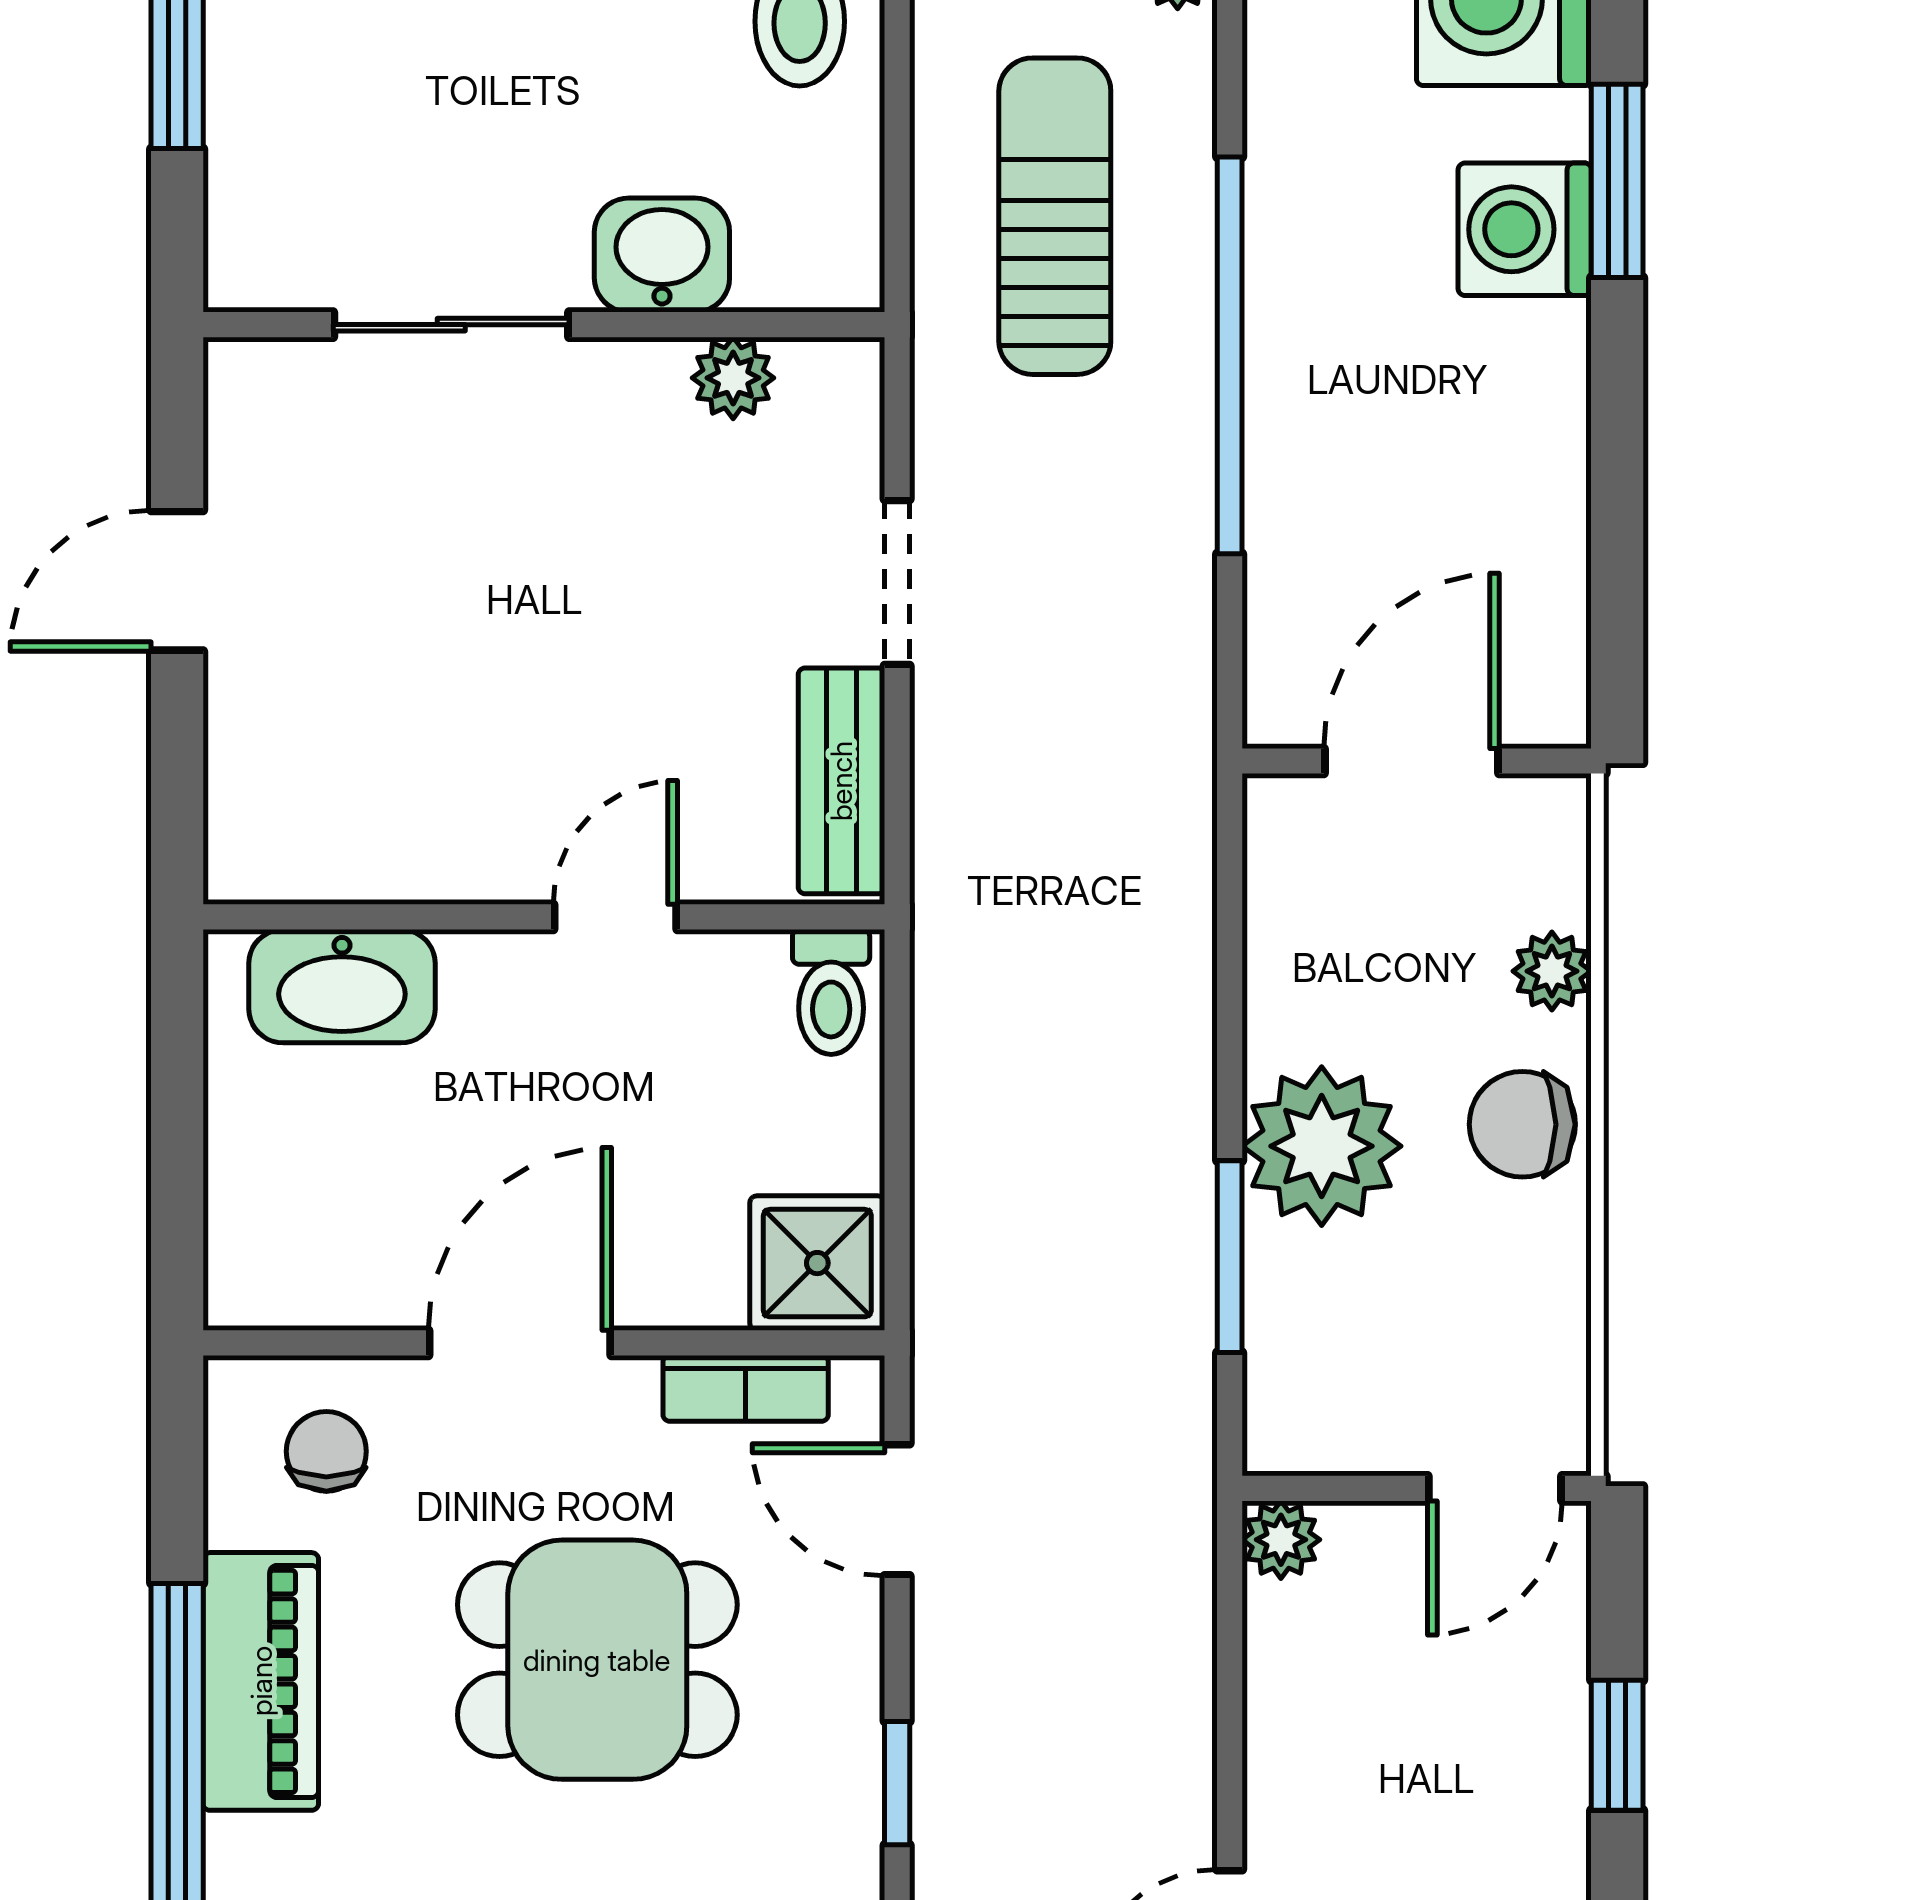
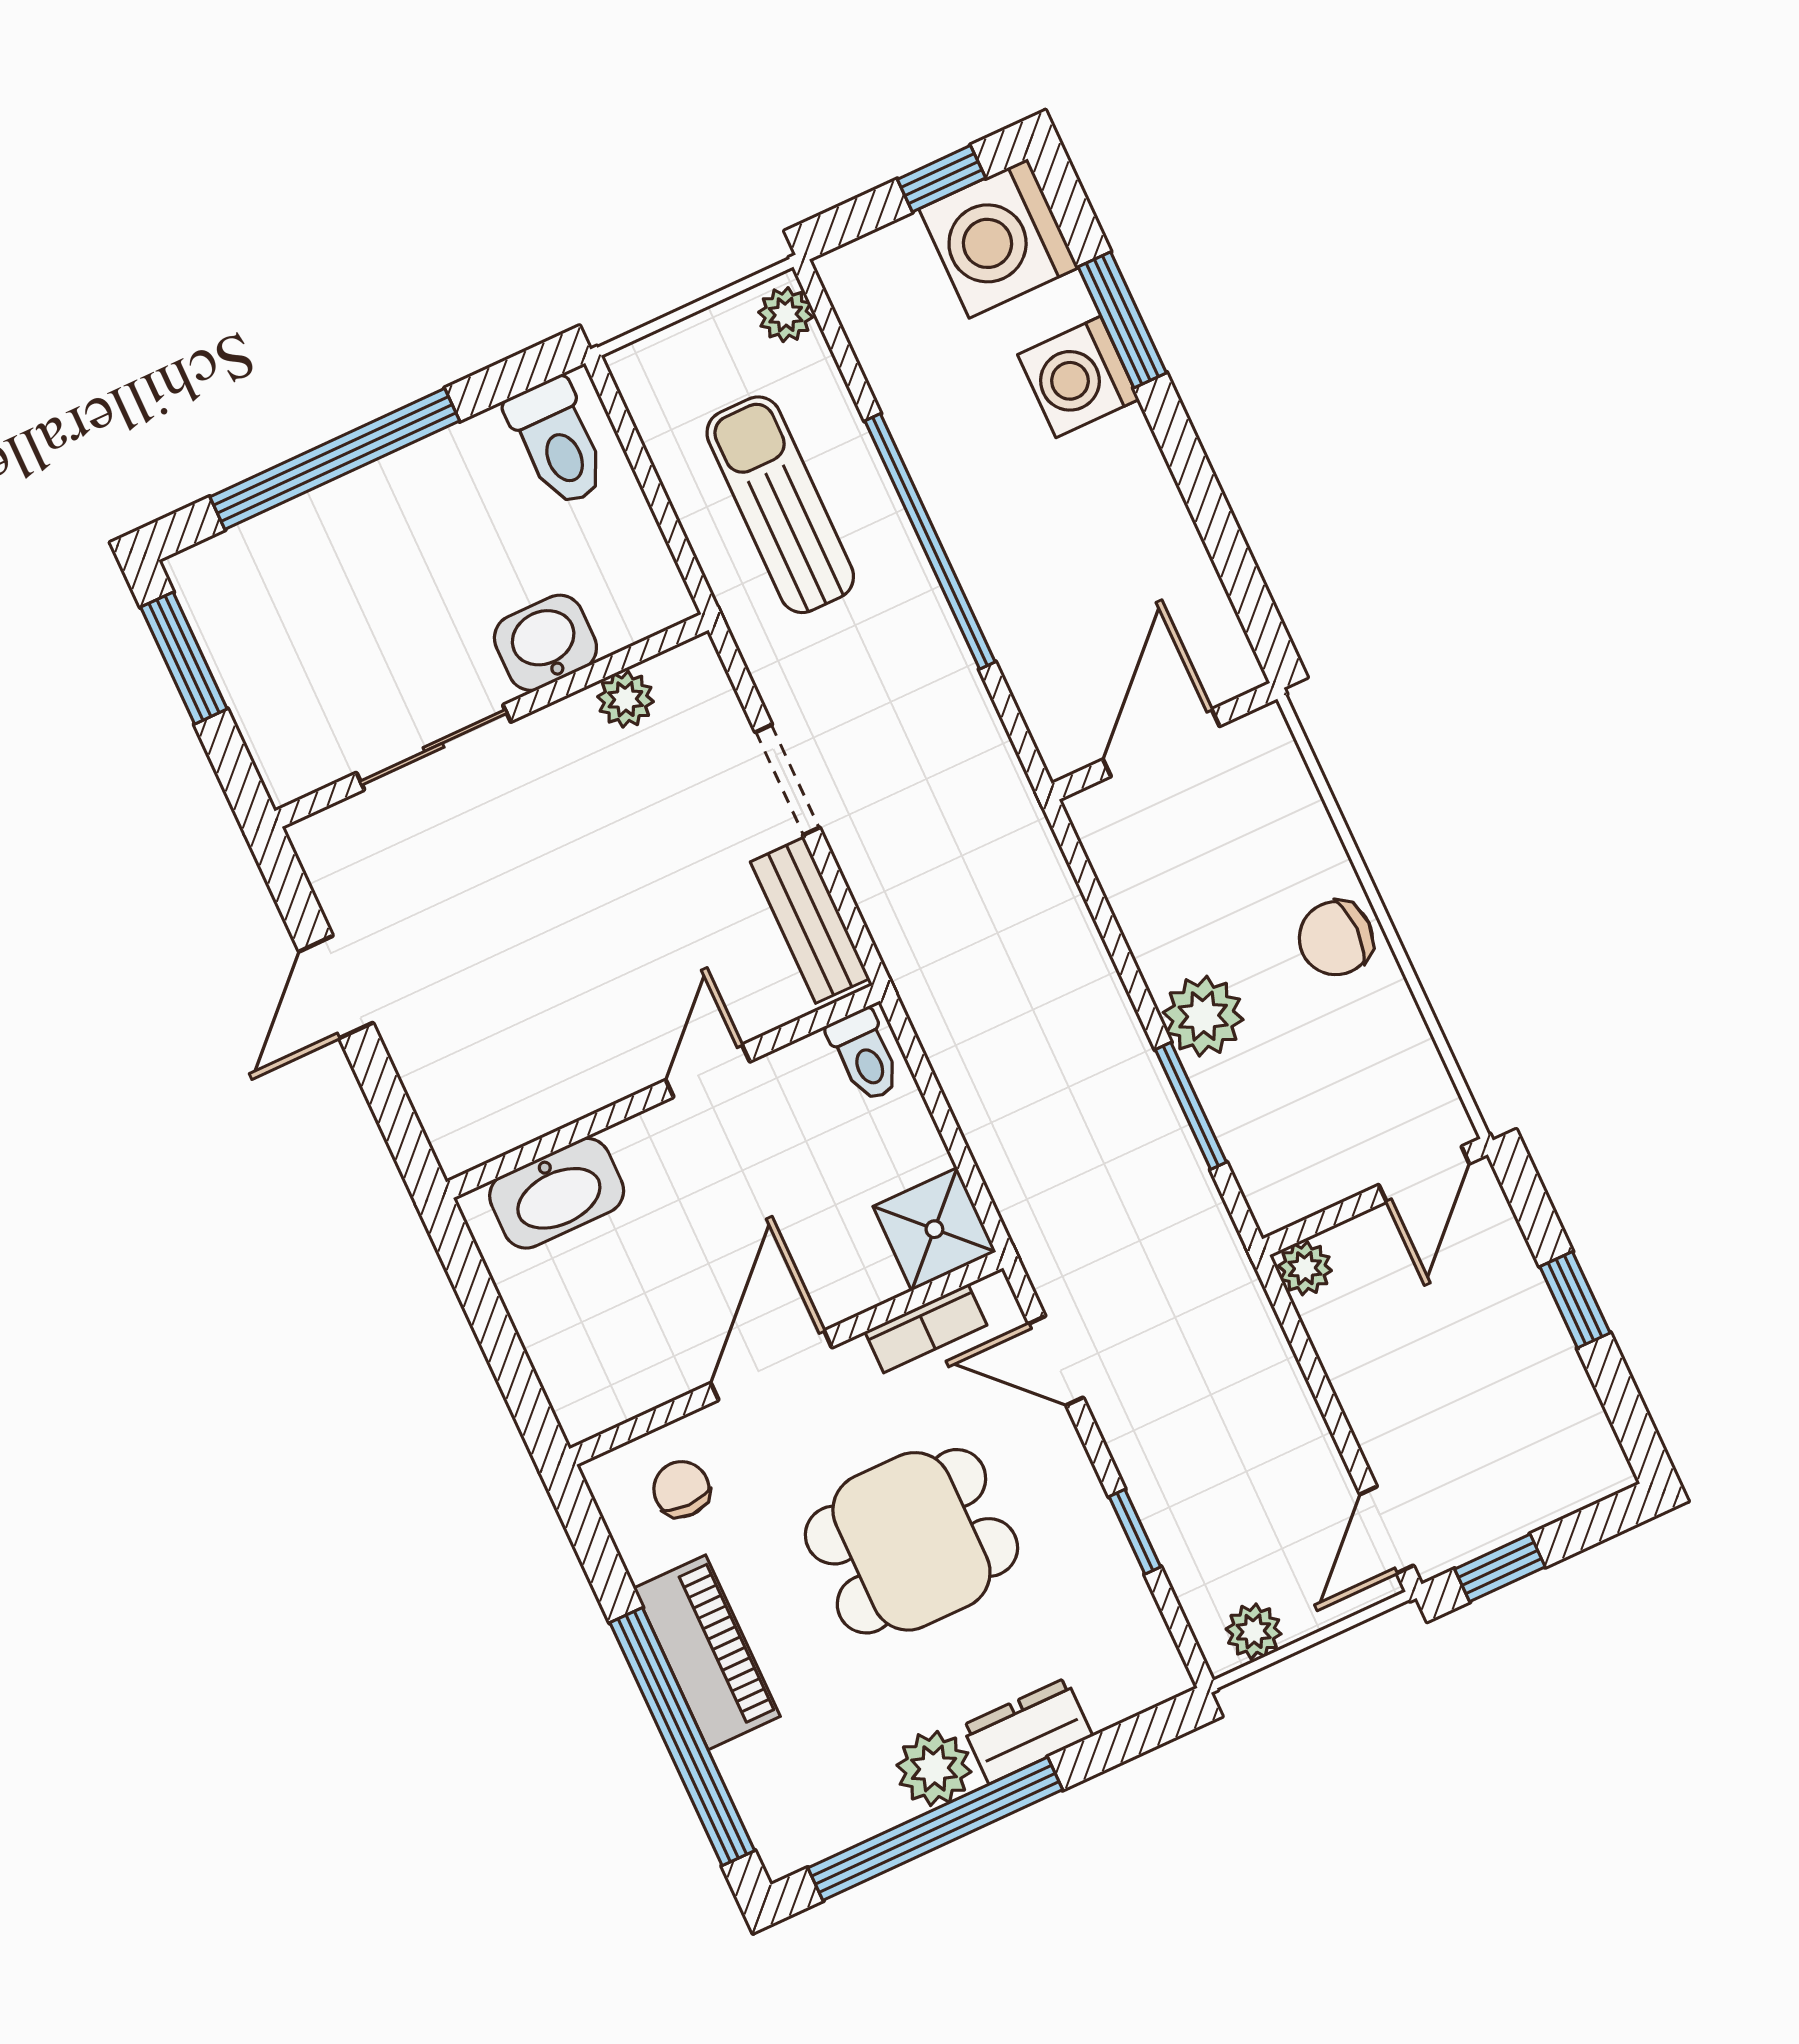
plant: (1552, 971) -> (1310, 834), removed
plant: (1322, 1146) -> (1203, 1016), width x0.73, depth x0.73

